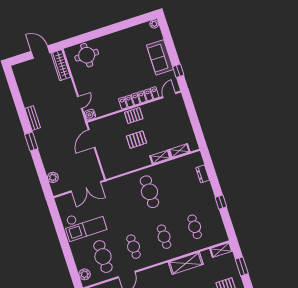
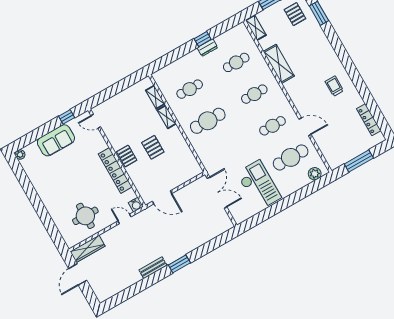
round table: (87, 55) -> (85, 216), moved
locker: (139, 98) -> (115, 170), moved
dresser: (203, 174) -> (207, 48), moved
plant: (53, 177) -> (214, 232), removed
cafe table: (180, 182) -> (190, 89), added

